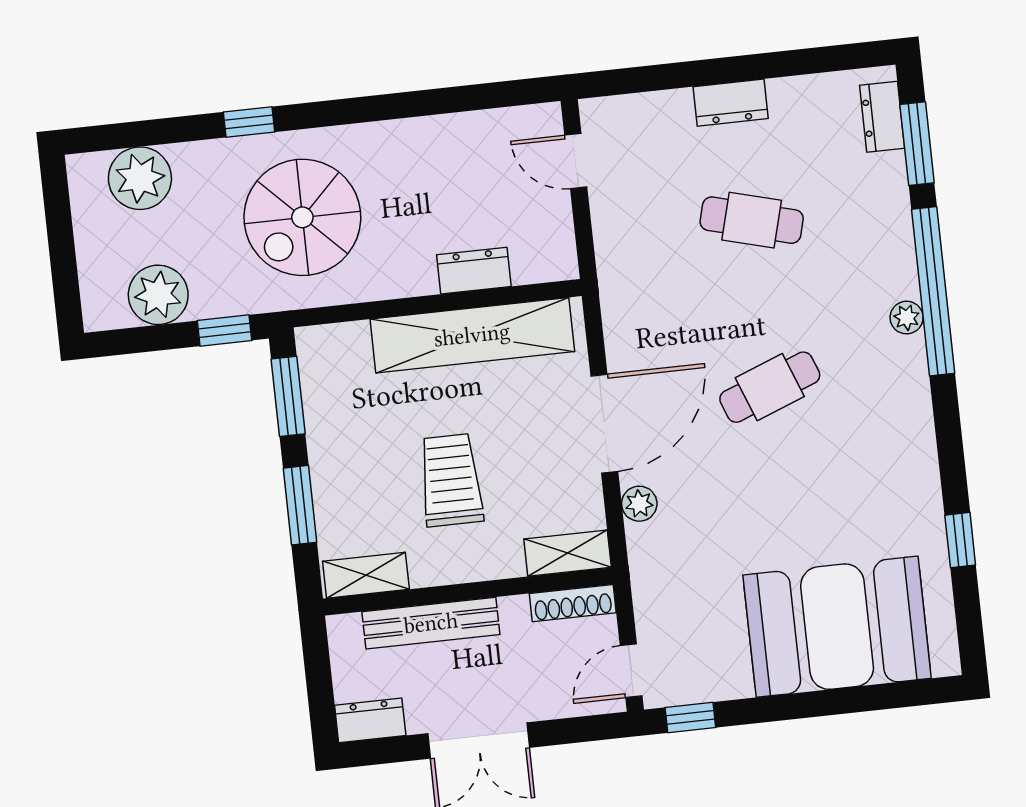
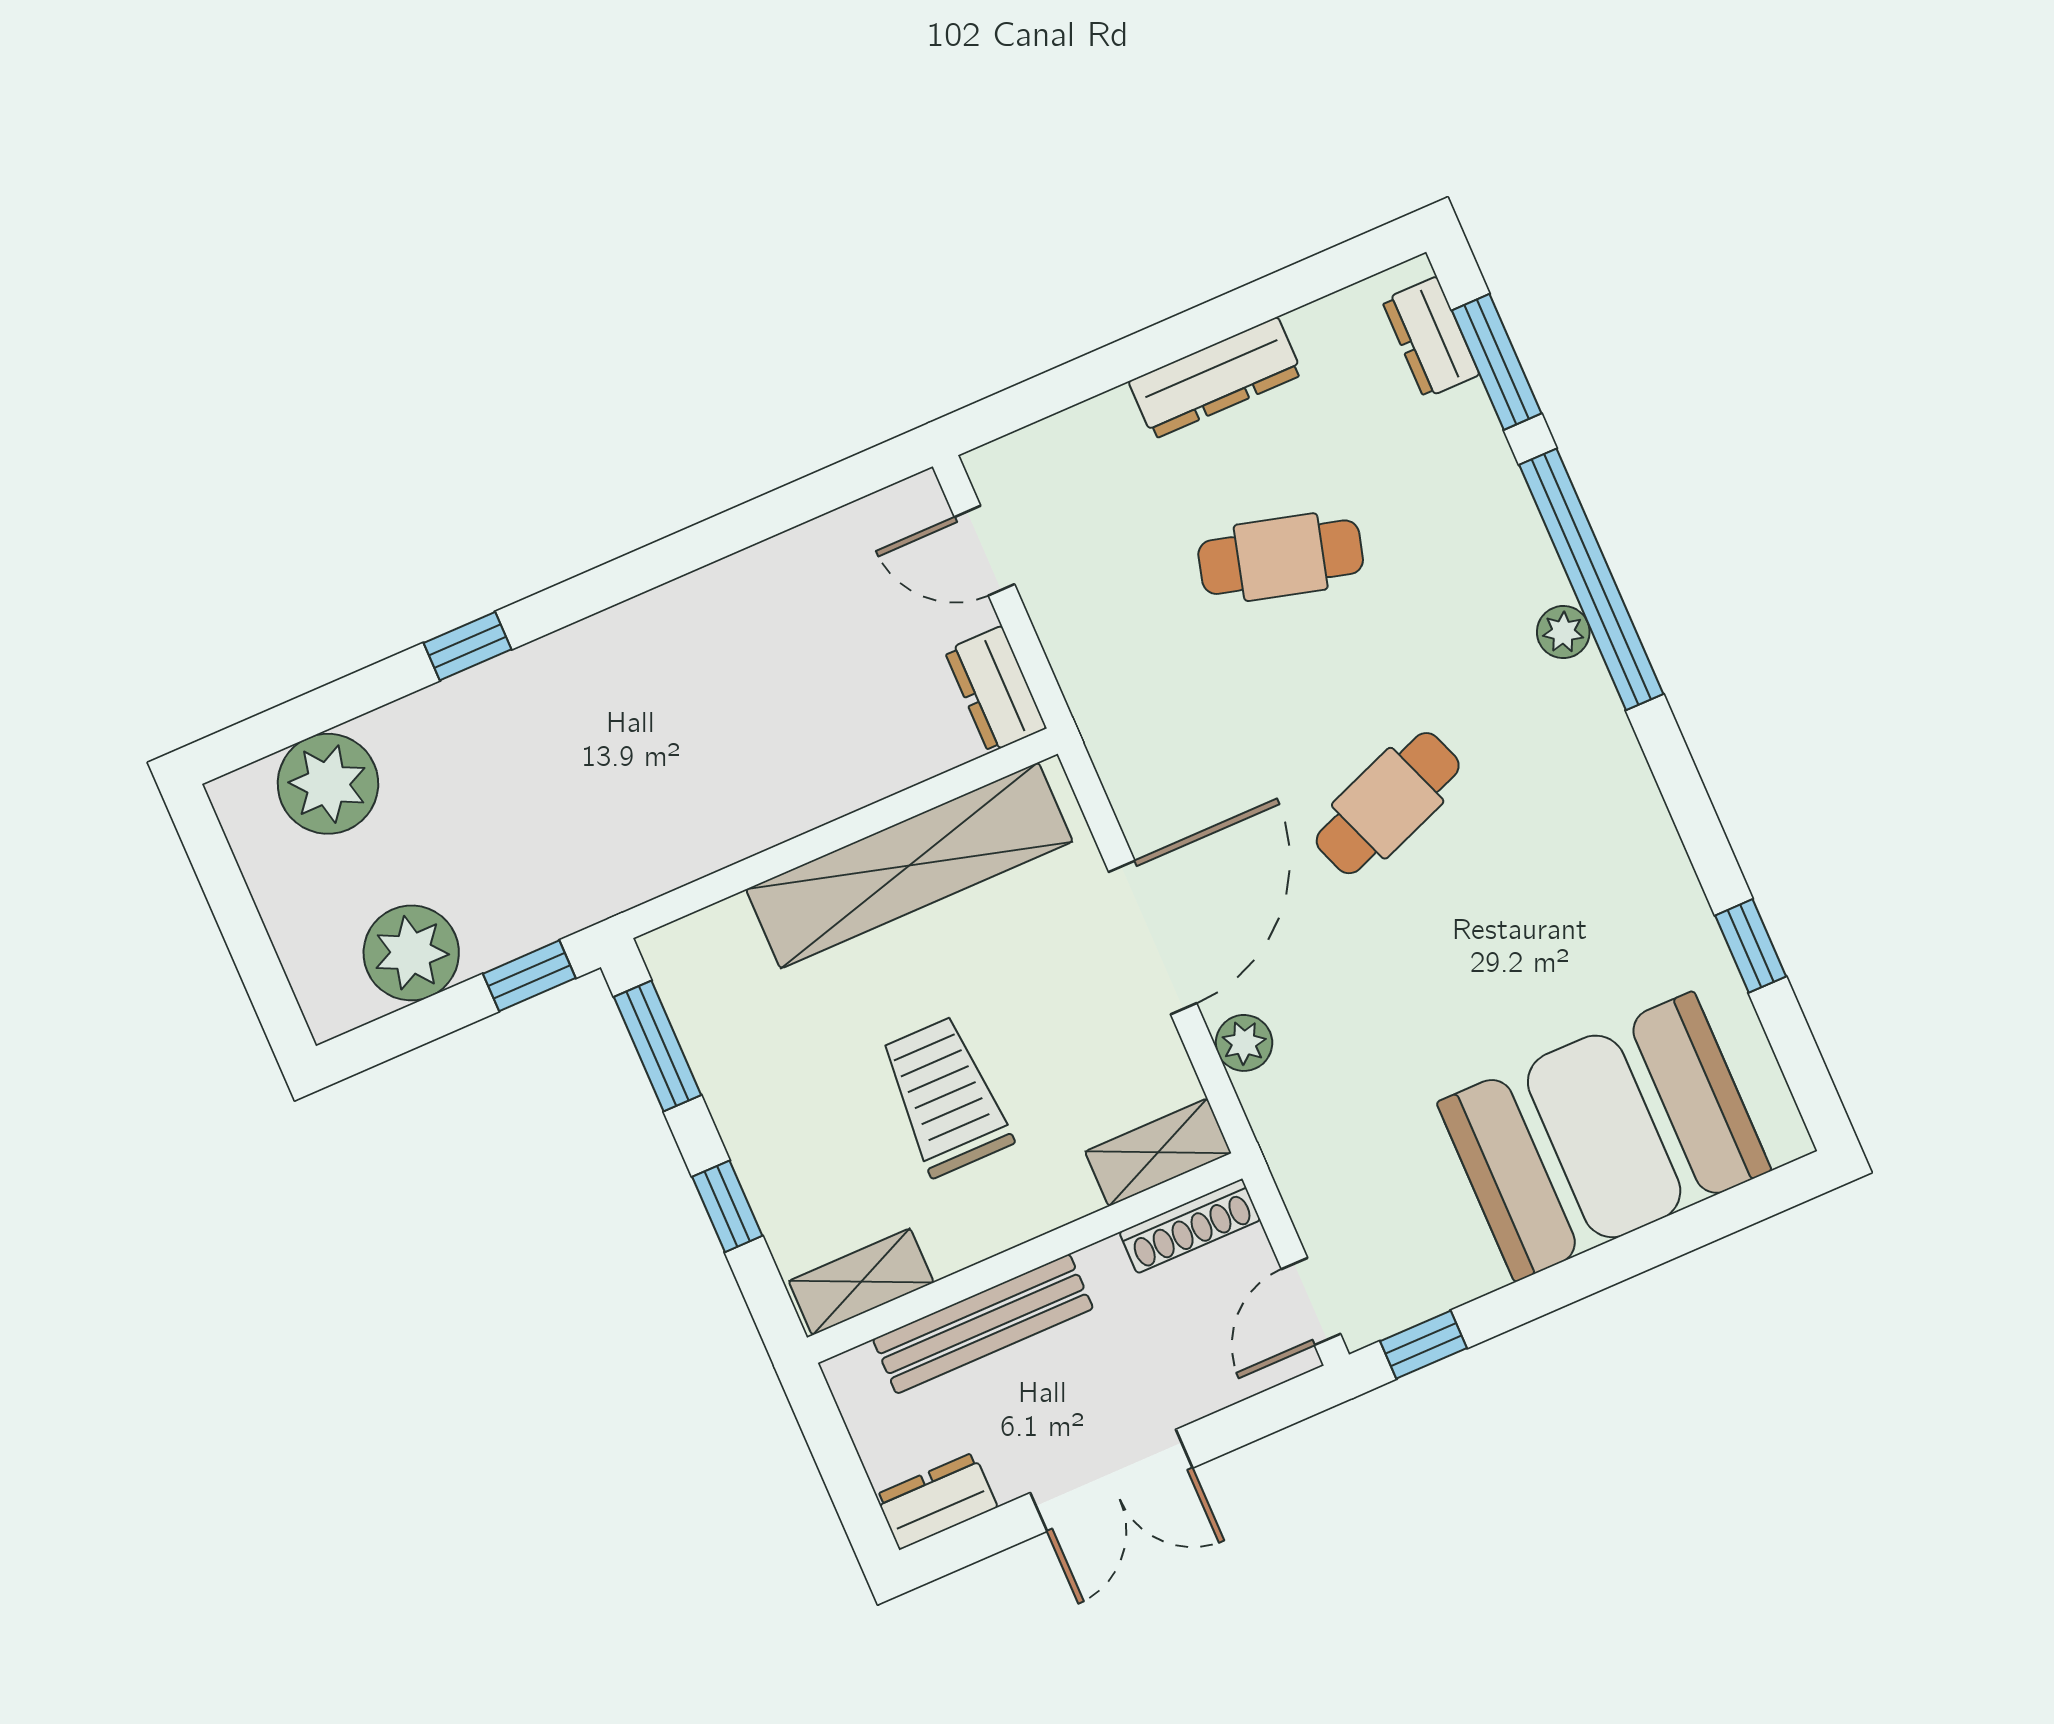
dresser: (731, 103) -> (1216, 378), width x1.44
spiral stairs: (302, 217) -> (594, 766), removed
dresser: (474, 271) -> (995, 689), moved, turned -90
window: (300, 505) -> (727, 1206), width x0.67

